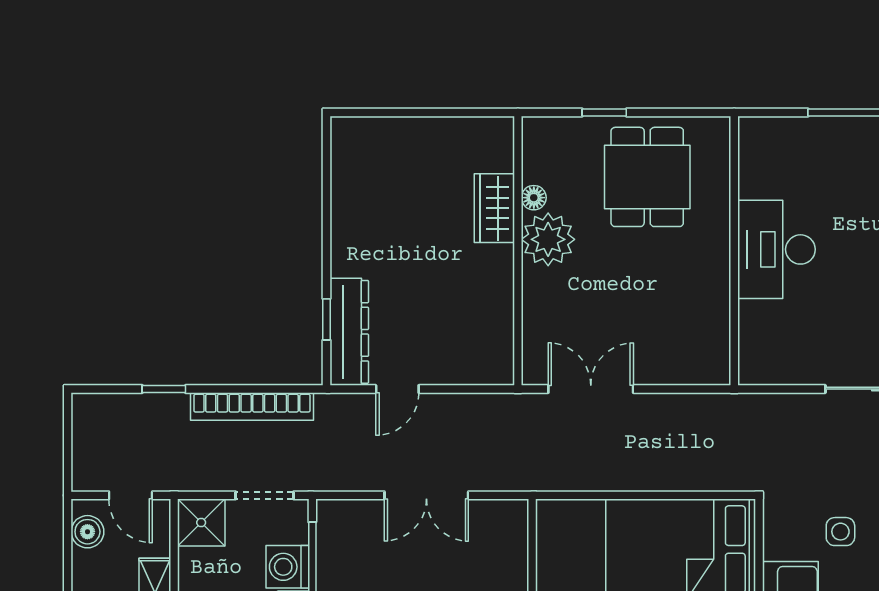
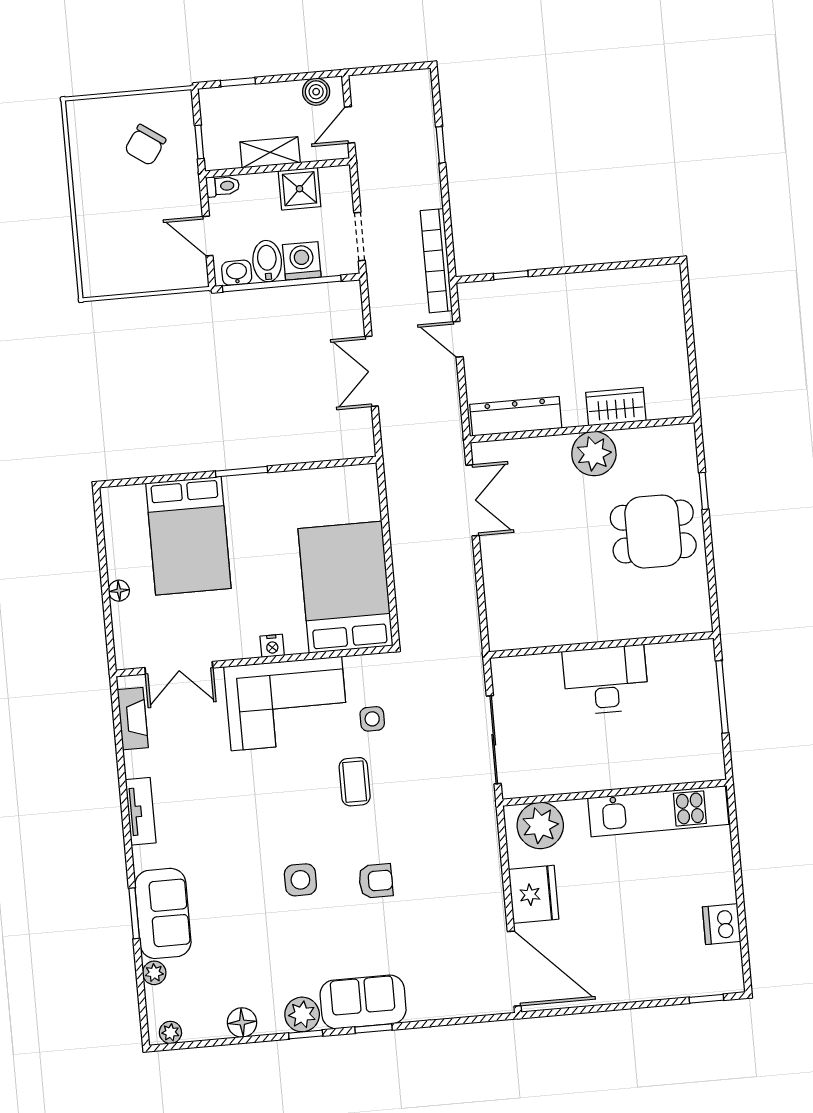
floor lamp: (534, 198) -> (628, 439), removed
desk: (776, 249) -> (606, 680), moved
wall: (734, 251) -> (601, 645), moved
dresser: (349, 332) -> (516, 416), moved, turned 180
bookcase: (252, 406) -> (436, 261), moved
shower: (201, 522) -> (300, 189), moved

